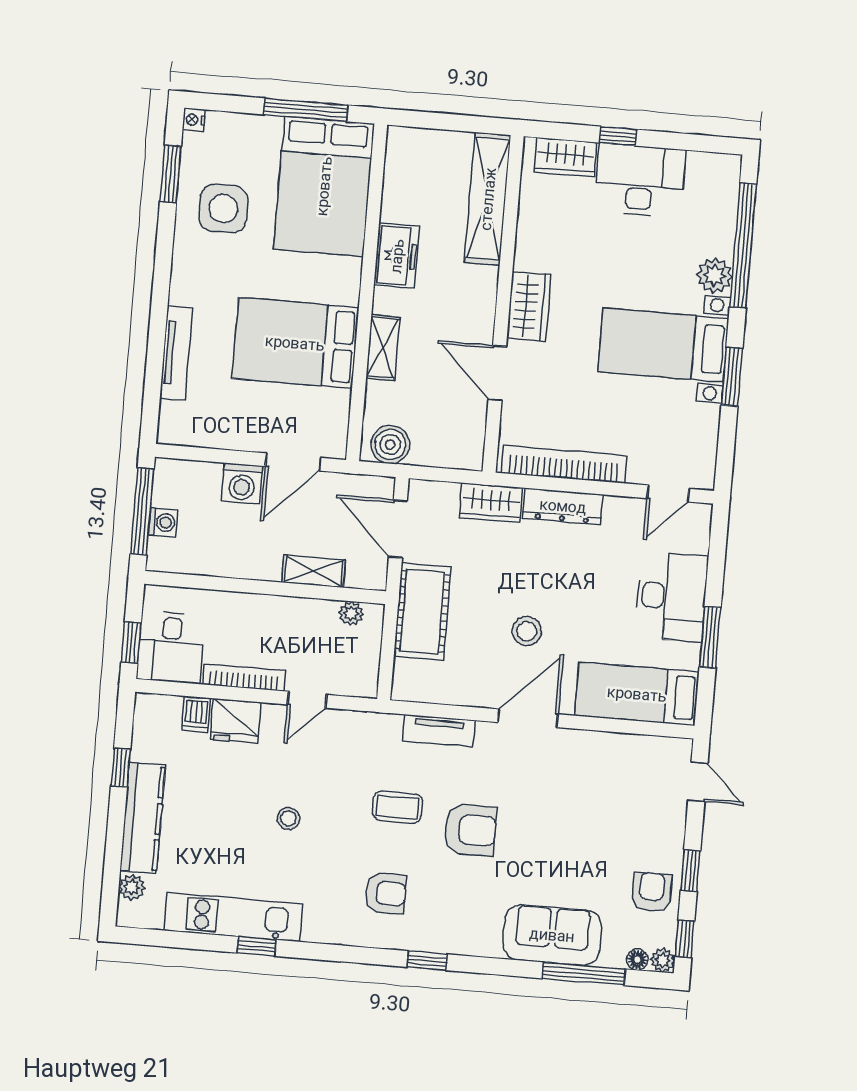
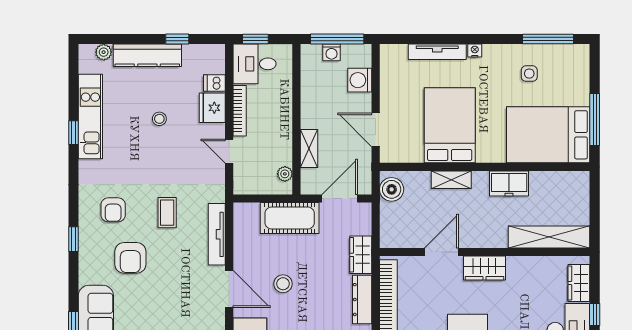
nightstand: (194, 120) -> (475, 51), moved
window: (170, 174) -> (548, 39), width x1.44
side table: (223, 208) -> (529, 74), width x0.54, depth x0.54
washing machine: (242, 483) -> (360, 80), moved
tv unit: (439, 731) -> (217, 234), width x1.41
stool: (288, 819) -> (159, 119), moved
armchair: (470, 830) -> (130, 258), moved

